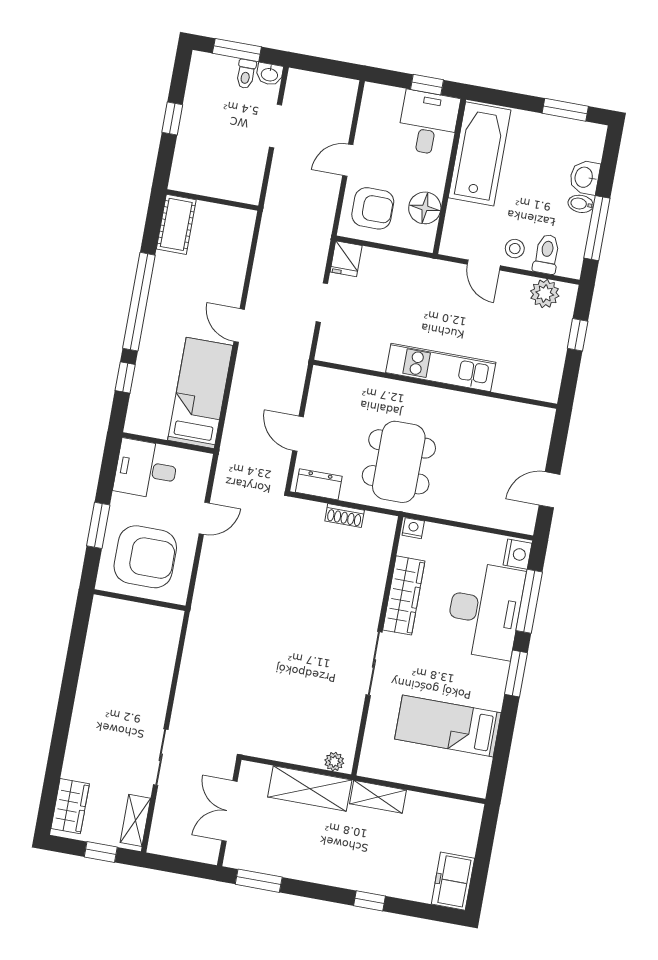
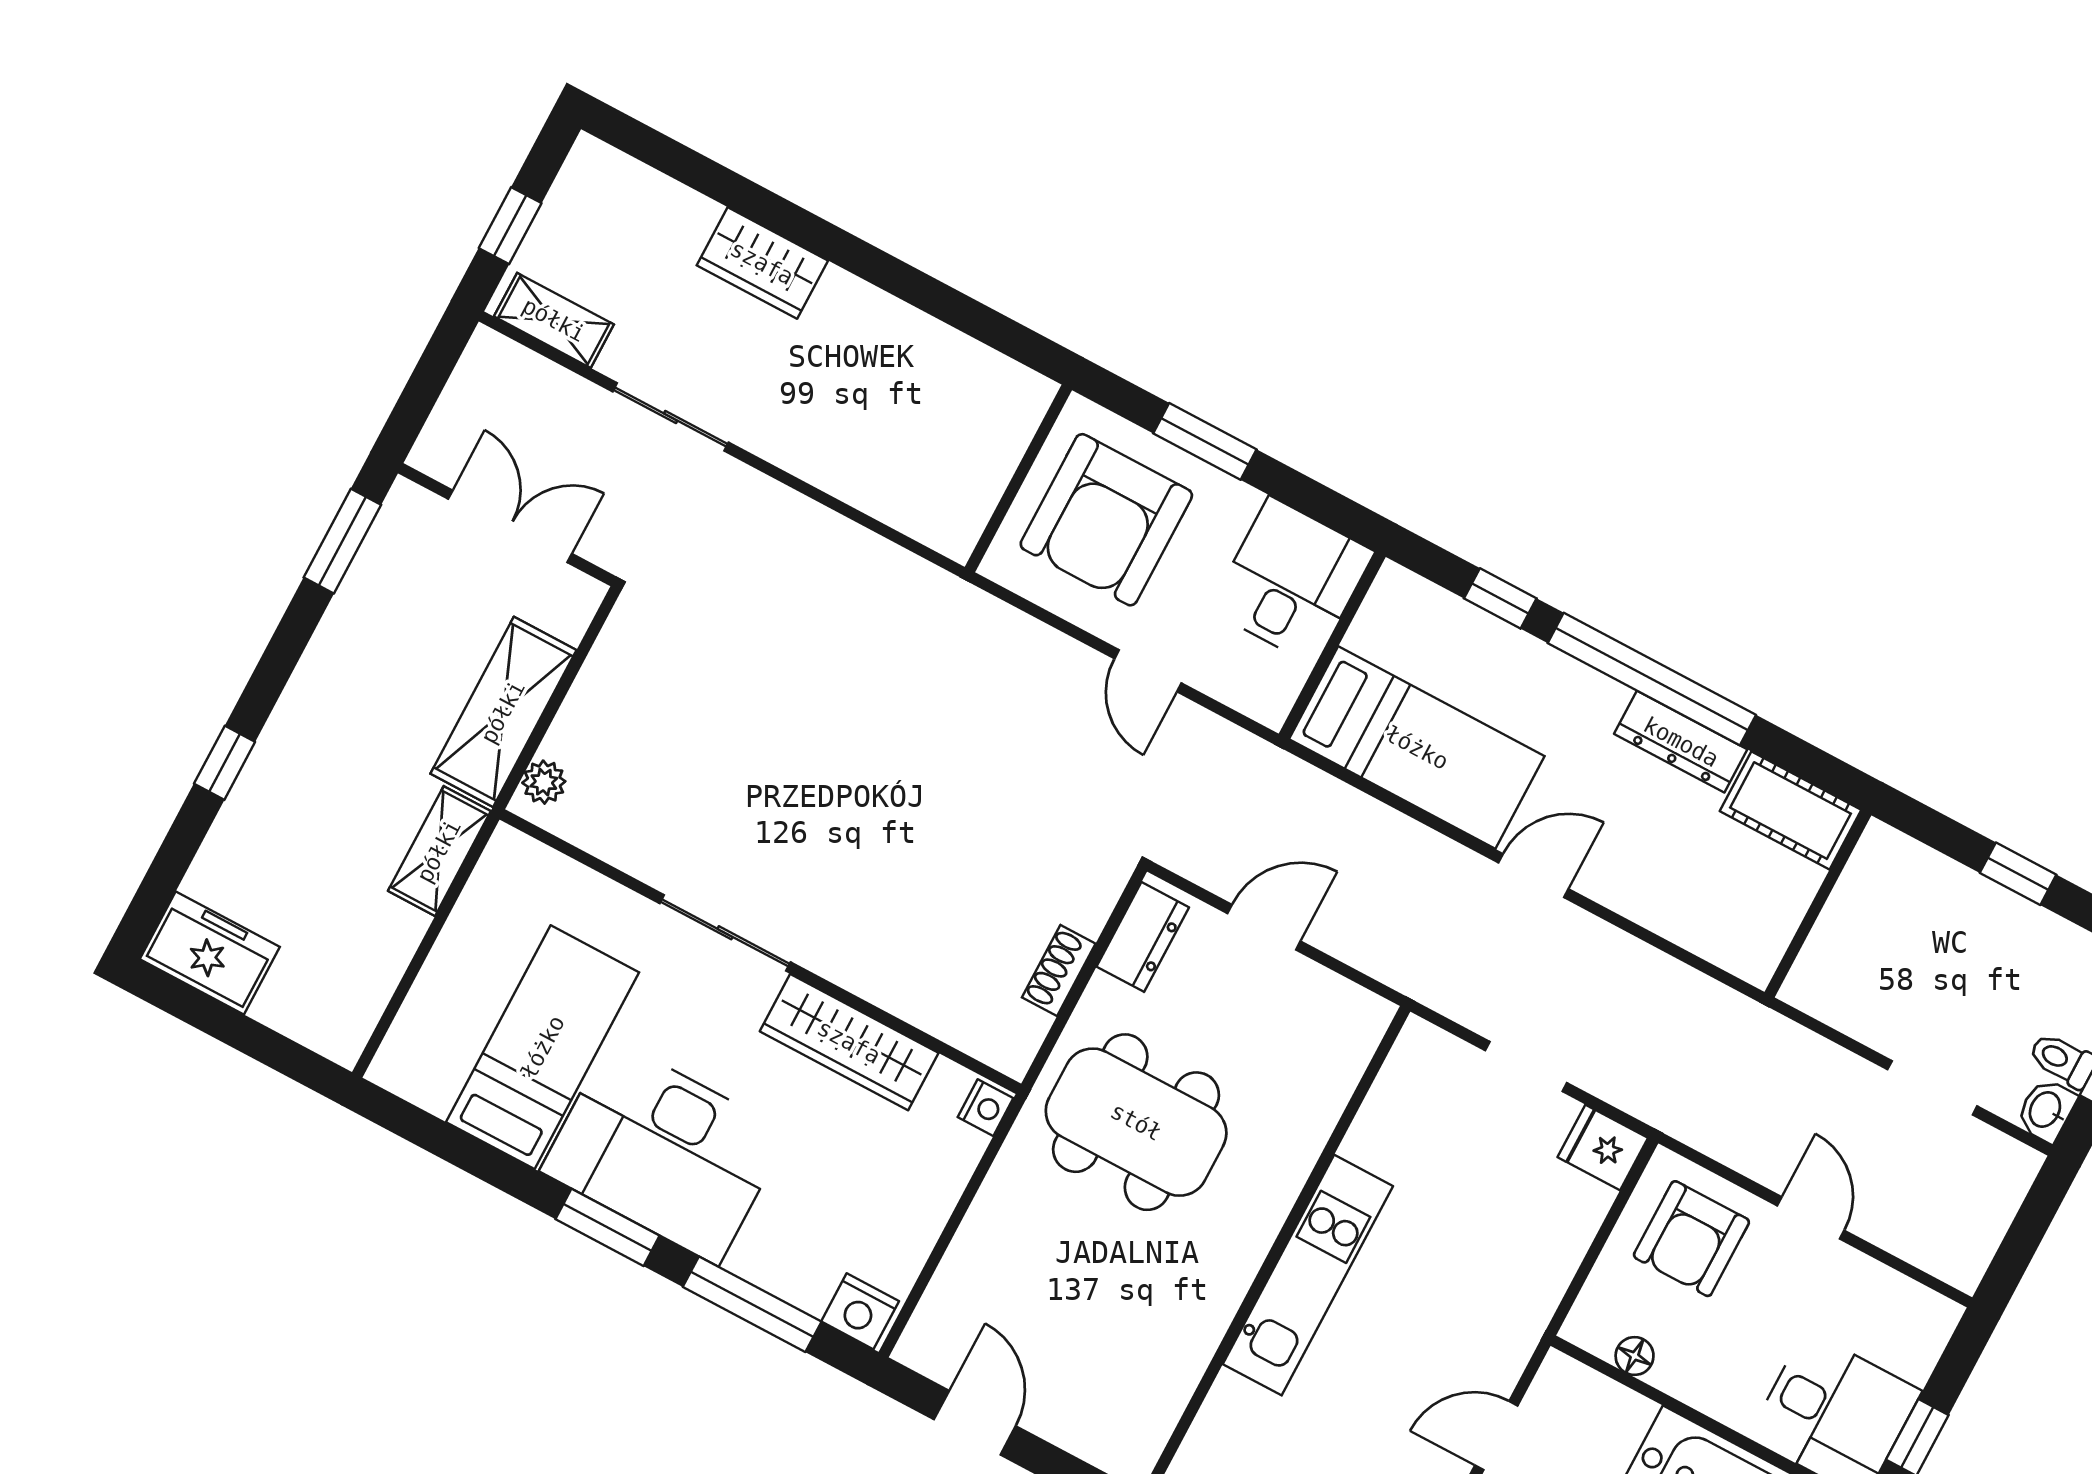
floor lamp: (425, 208) -> (1635, 1356), width x0.53, depth x0.53
dresser: (162, 281) -> (1681, 742), added
desk: (485, 610) -> (664, 1152), moved
wardrobe: (70, 806) -> (762, 263), moved

